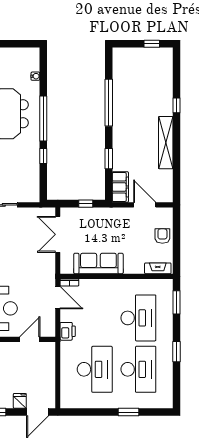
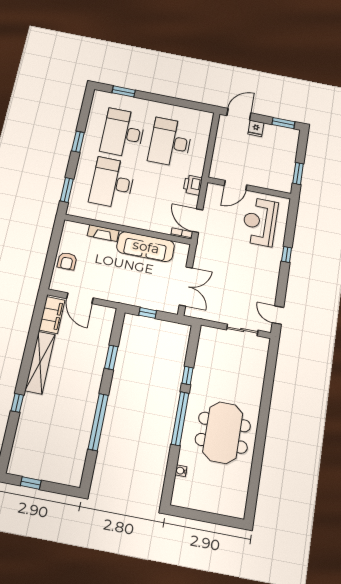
filing cabinet: (120, 187) -> (52, 315), moved, turned 180
fireplace: (158, 268) -> (103, 233), moved
window: (128, 412) -> (124, 91), moved

